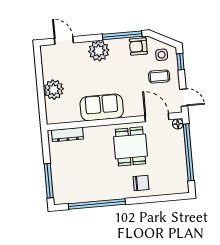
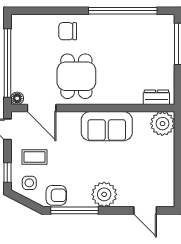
plant: (54, 90) -> (162, 124), moved
dresser: (67, 135) -> (156, 97), width x0.70

